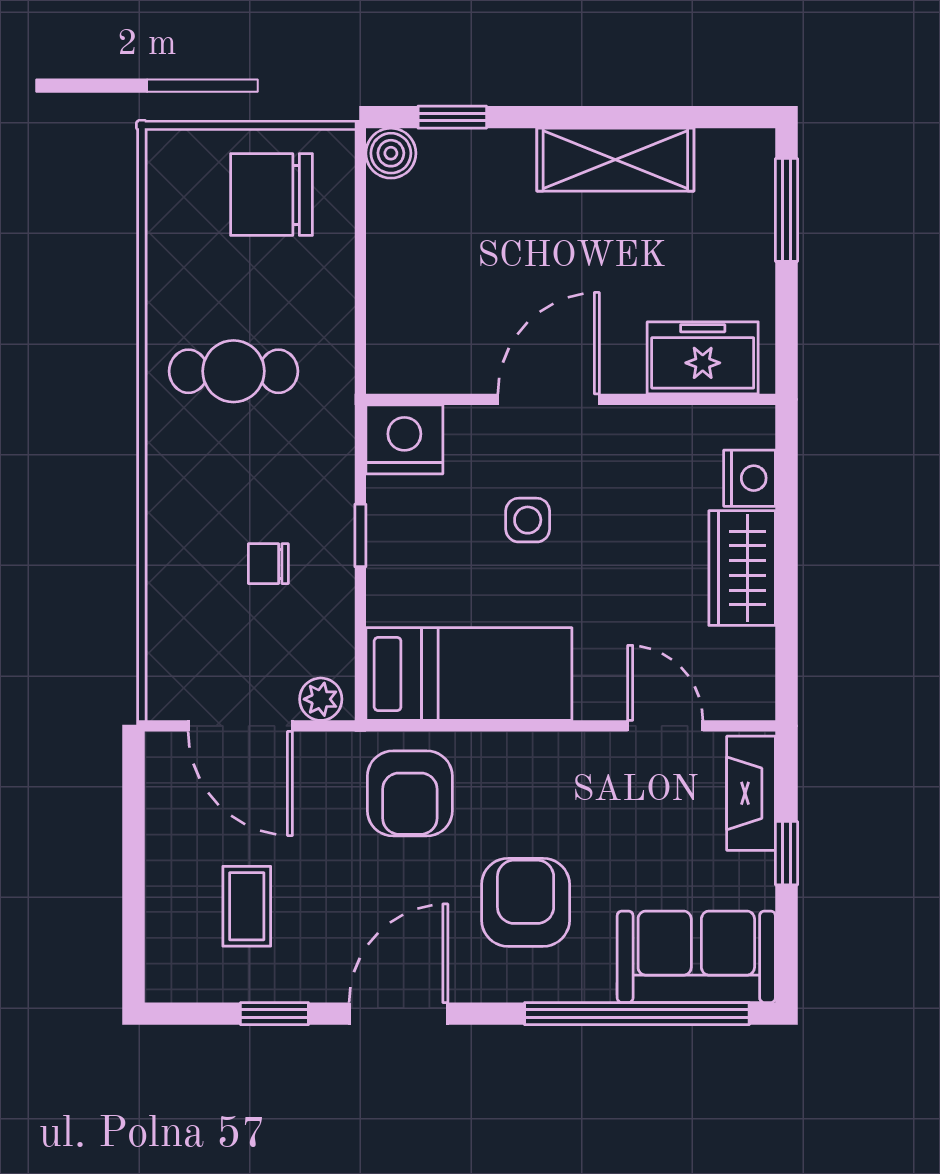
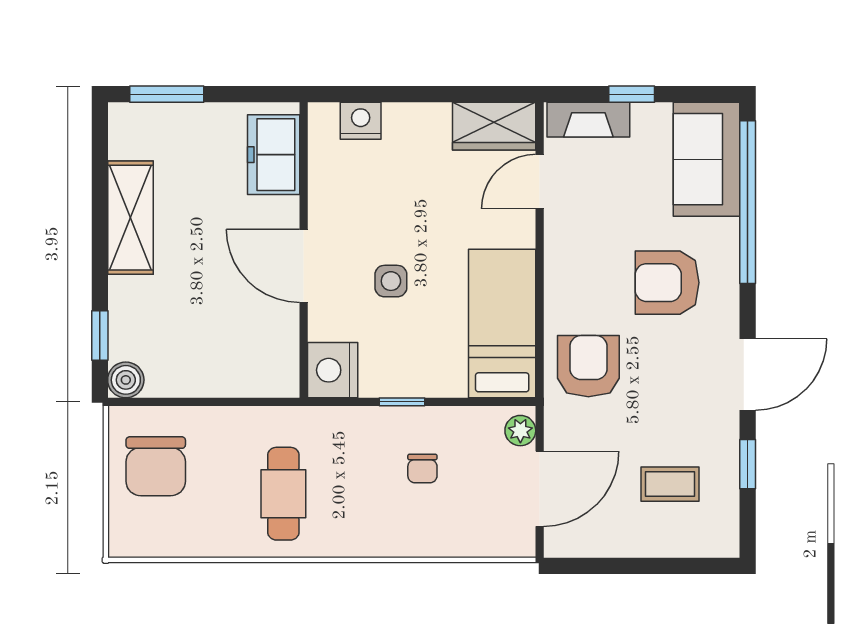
wardrobe: (742, 568) -> (494, 126), moved
armchair: (410, 793) -> (588, 366), turned -90
door: (398, 1014) -> (748, 374), swing flipped

